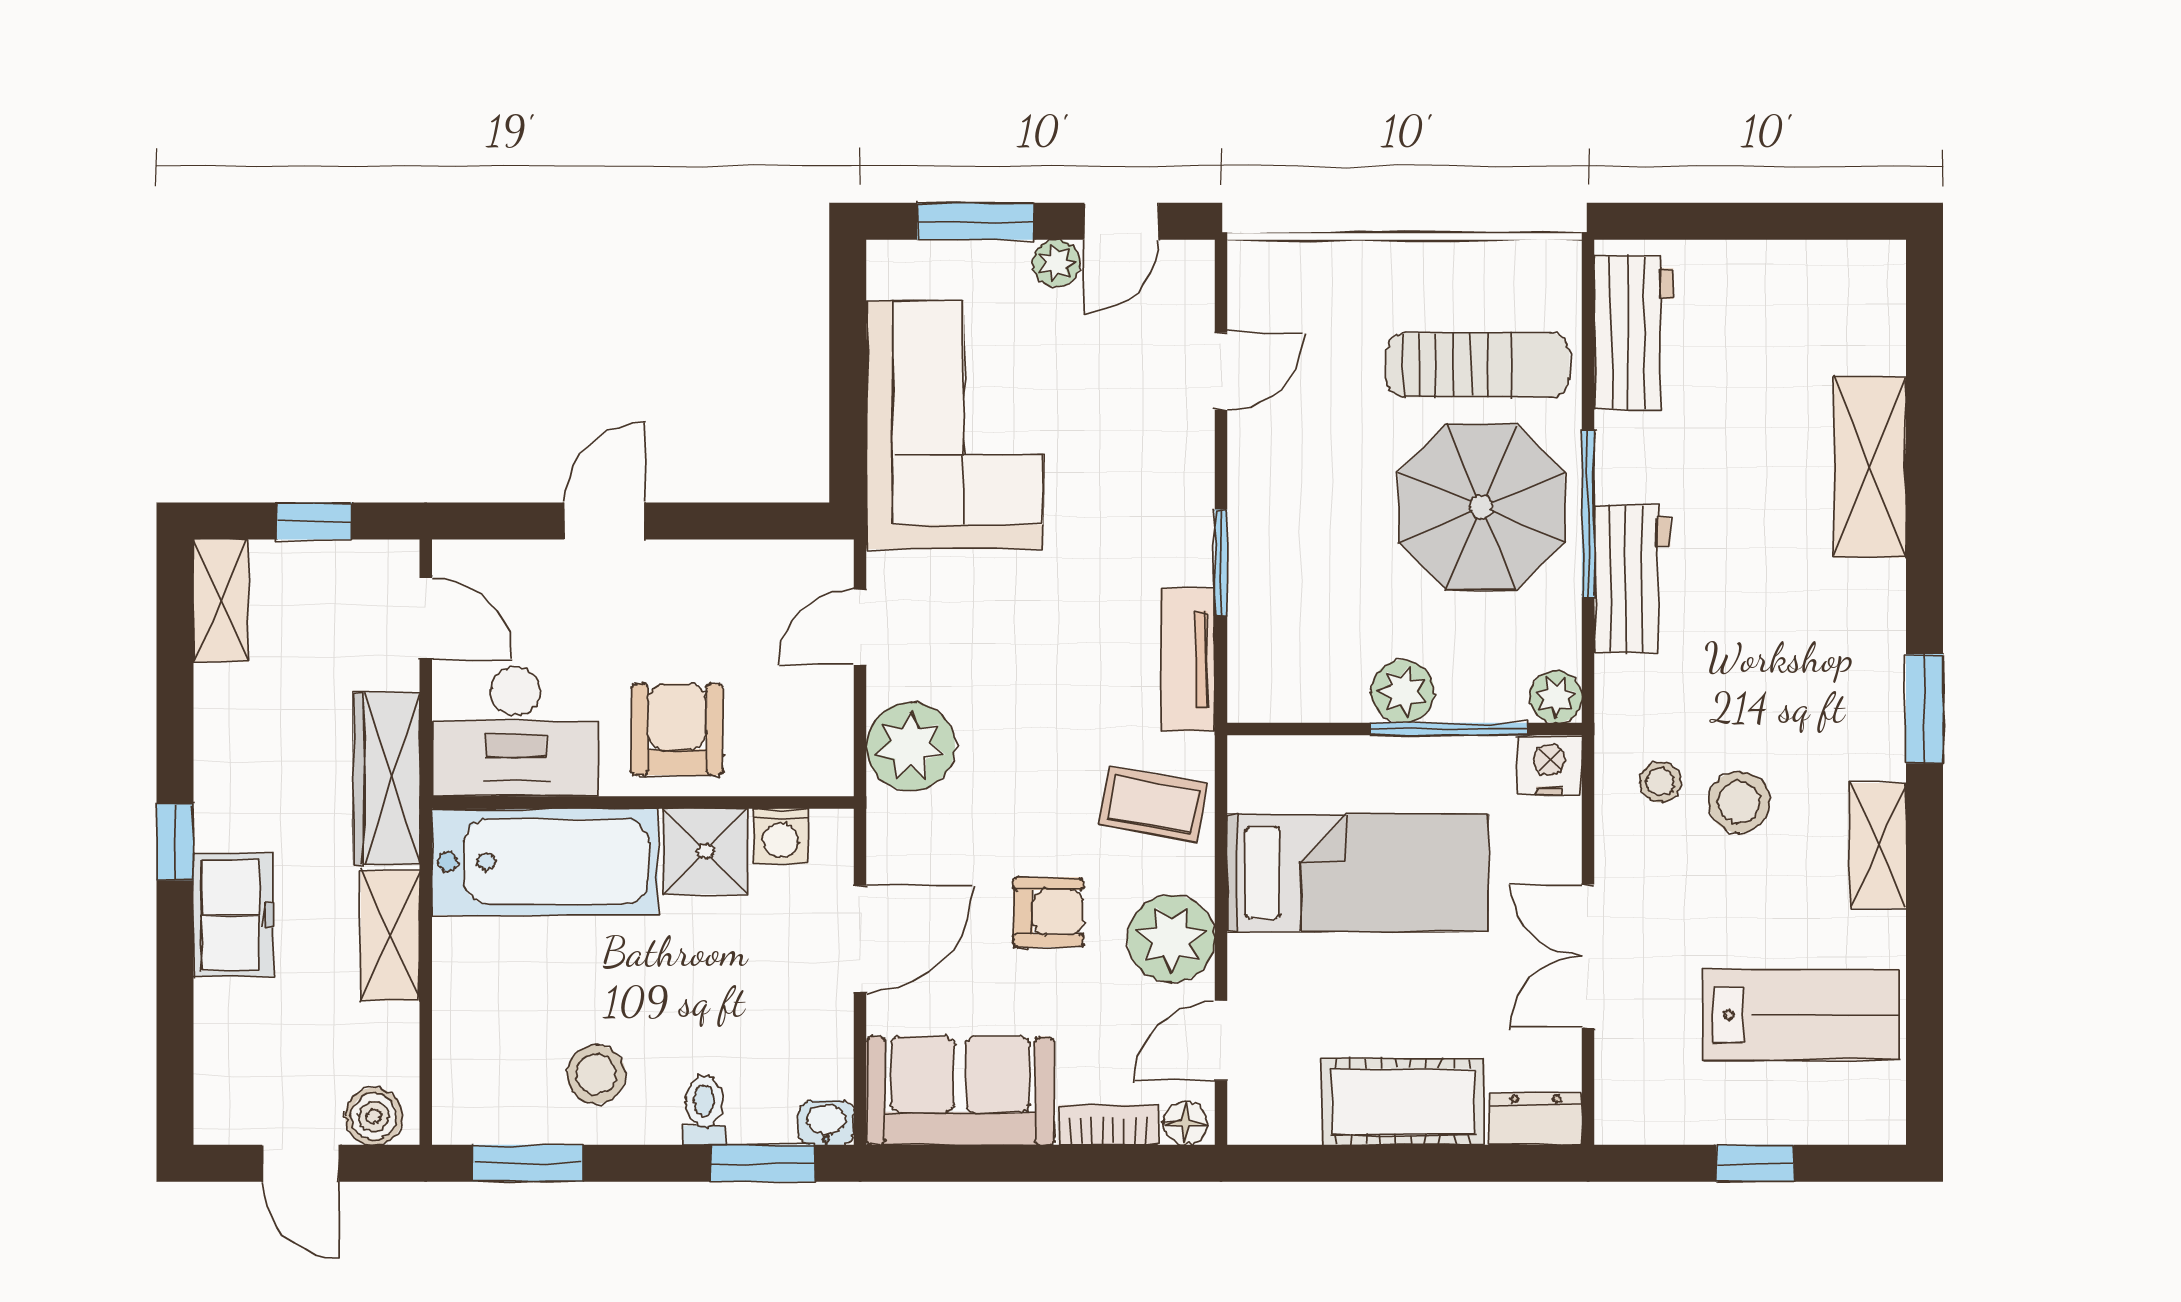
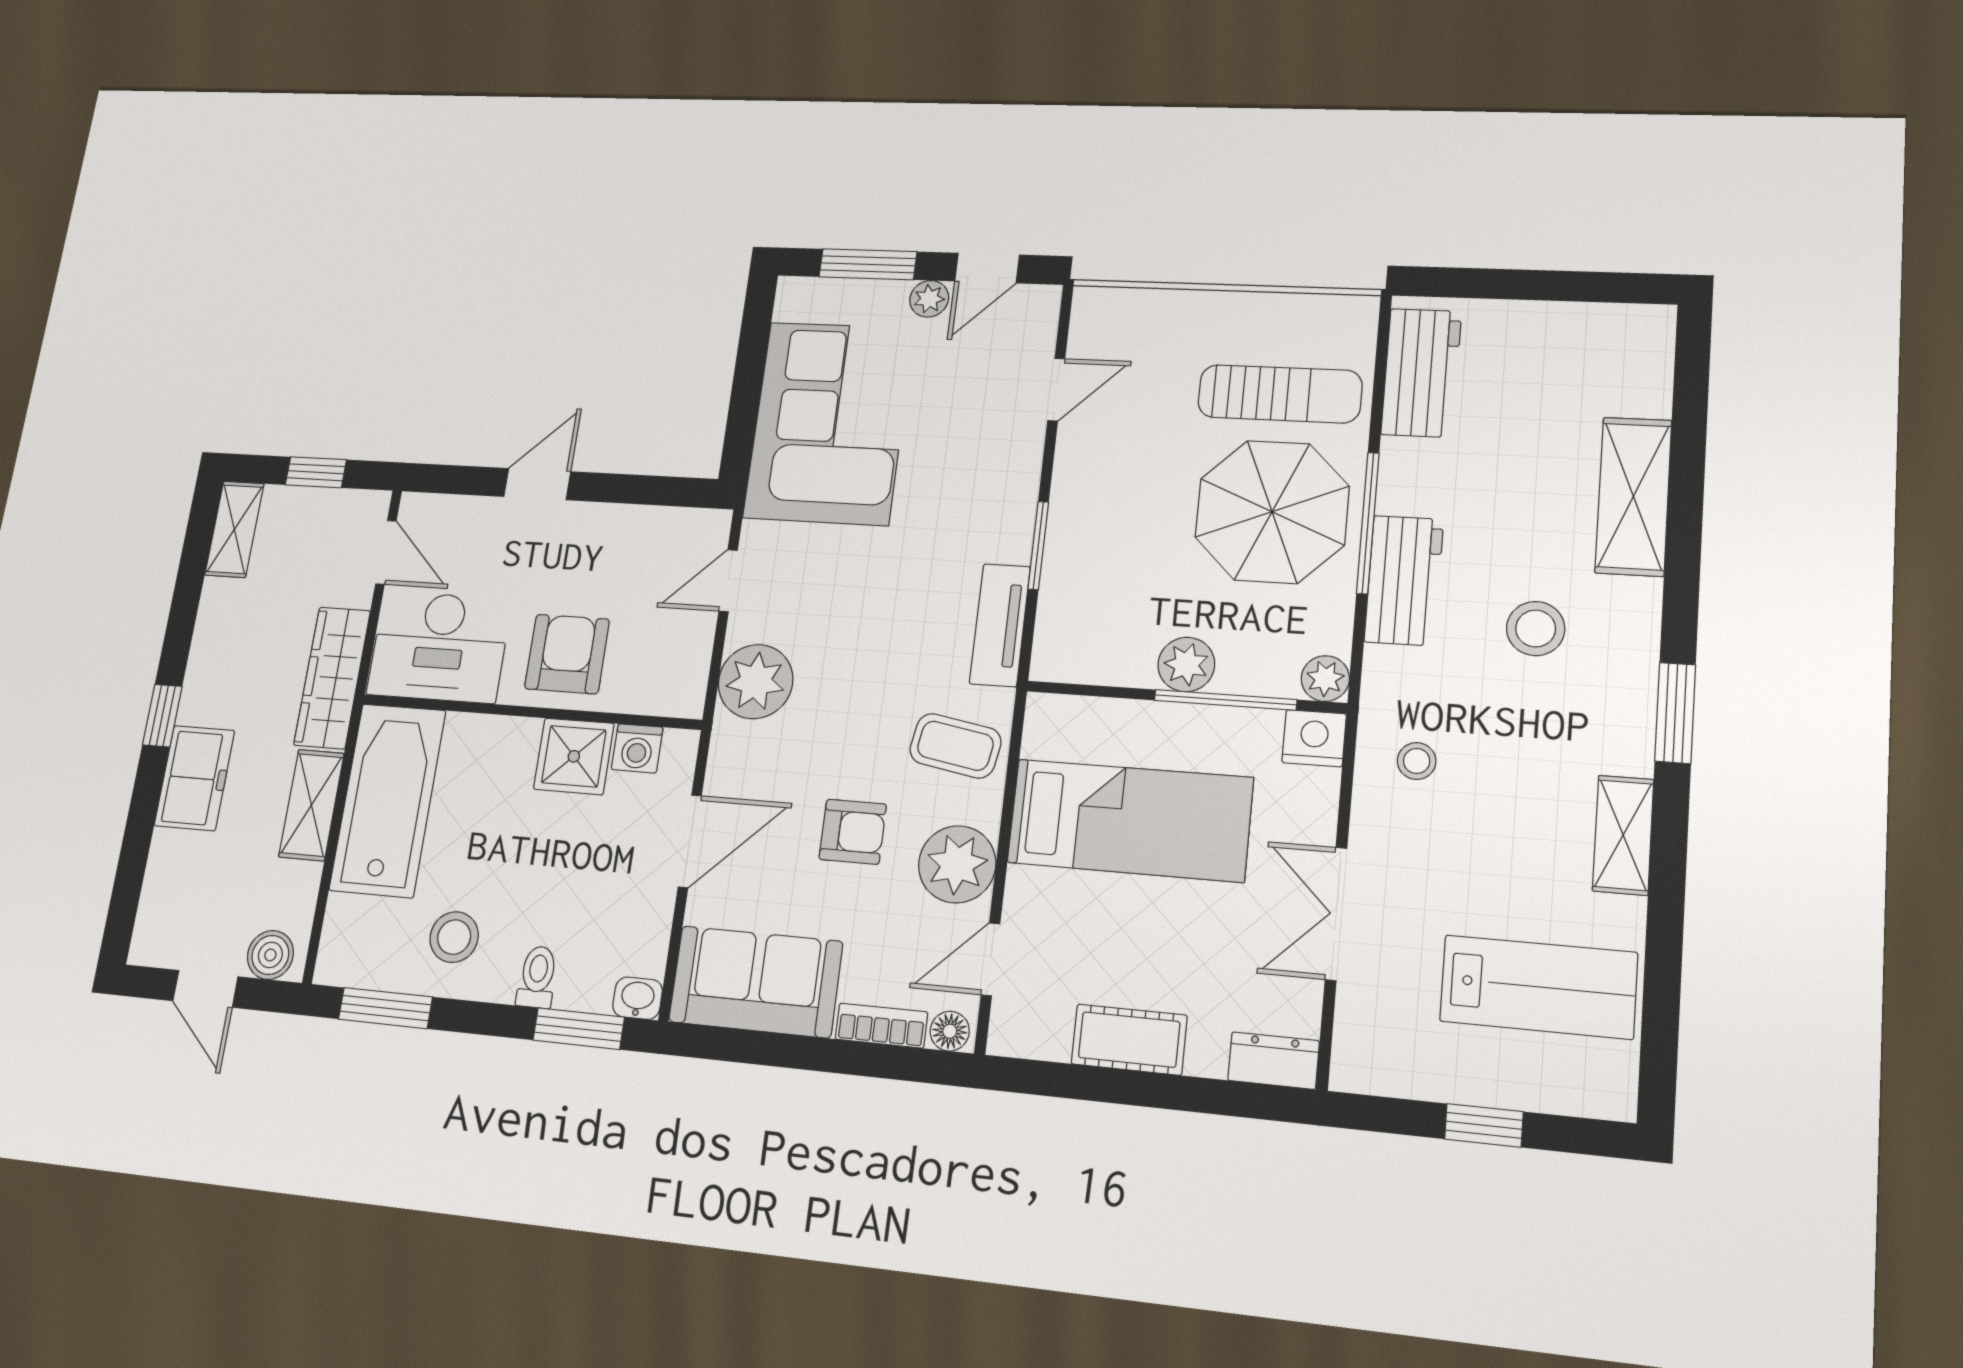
stool: (1739, 802) -> (1536, 629), moved
bathtub: (545, 862) -> (388, 800), moved, turned -90
cot: (1403, 1102) -> (1129, 1040), width x0.73, depth x0.75

